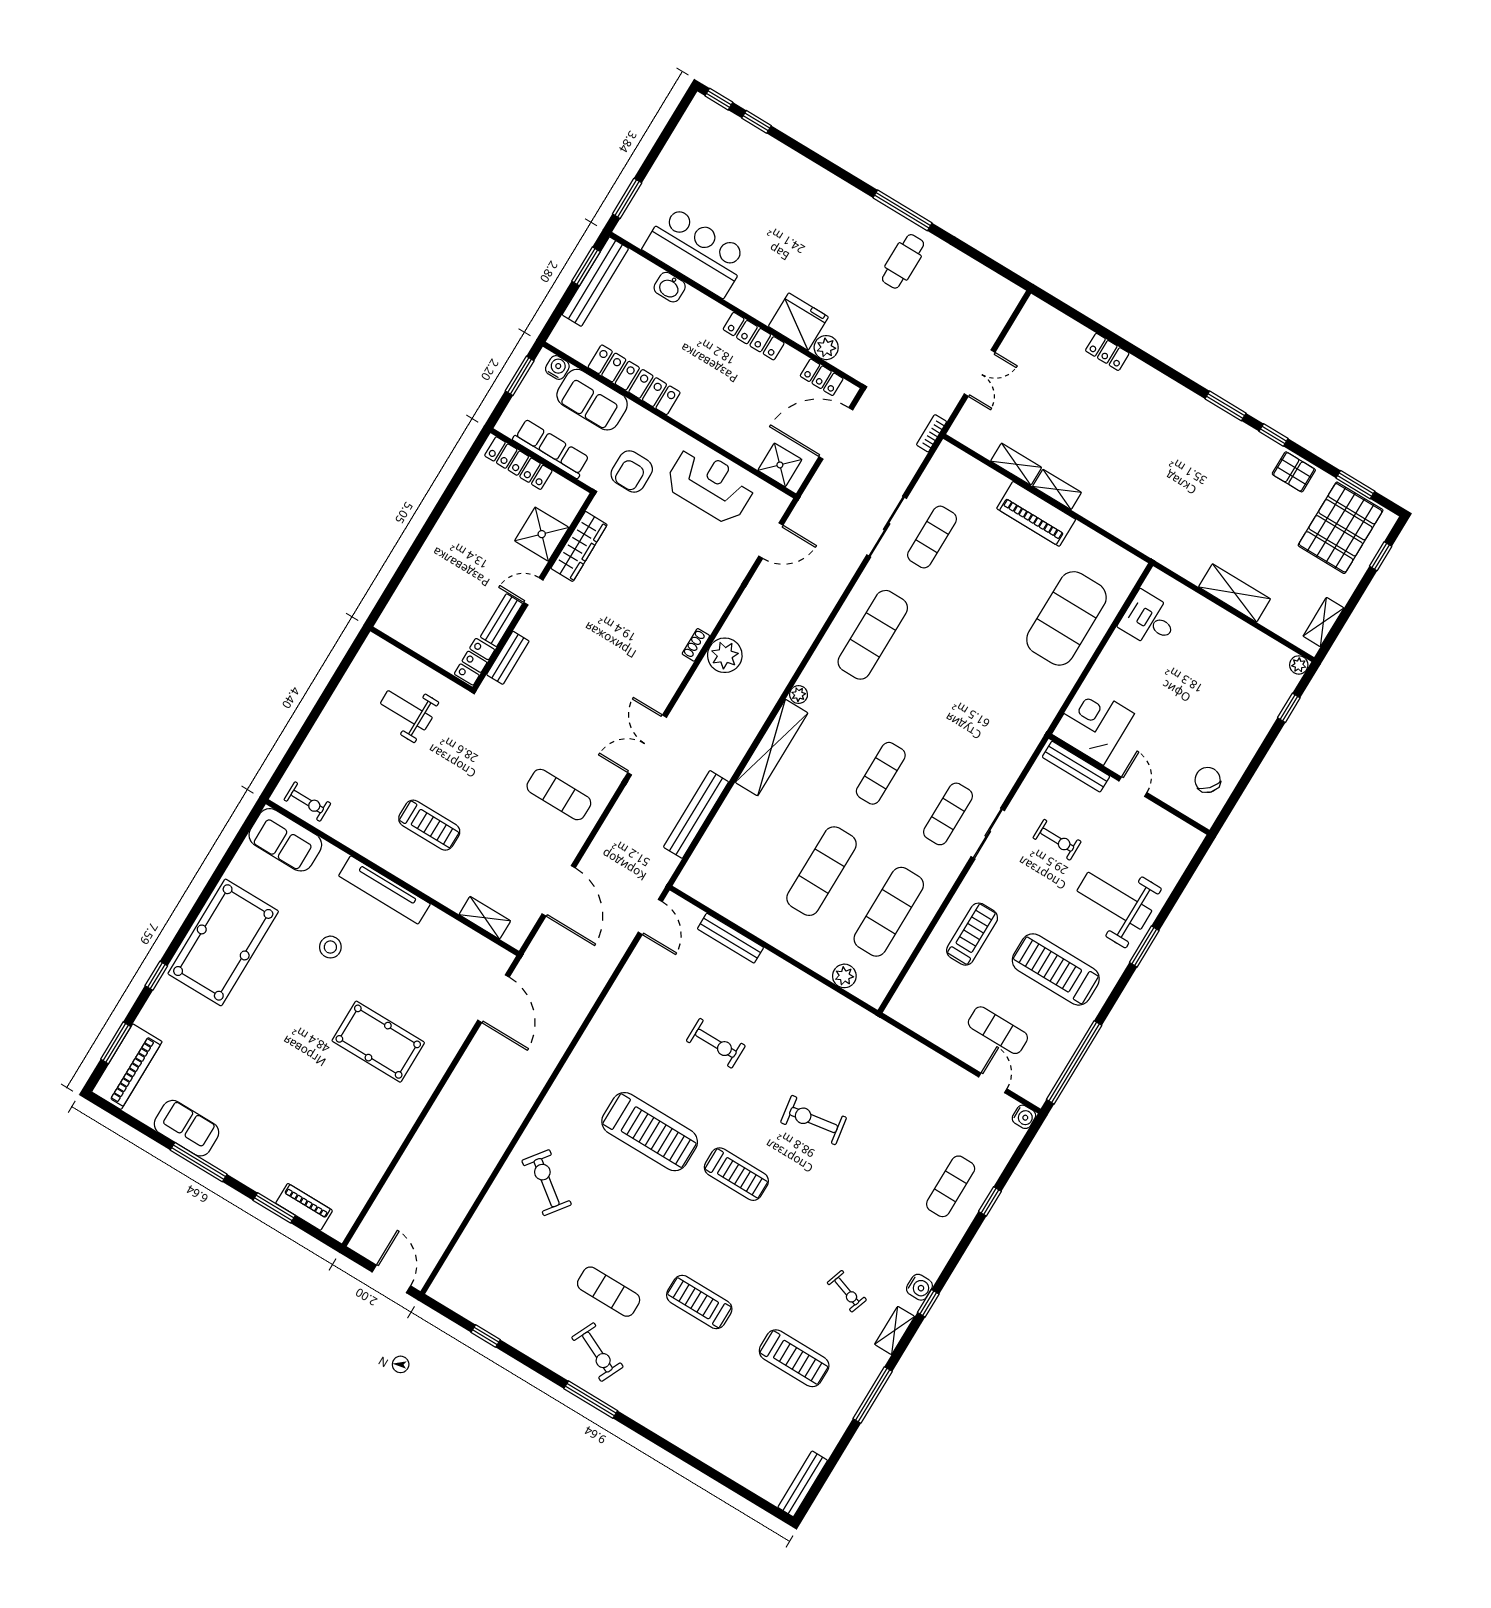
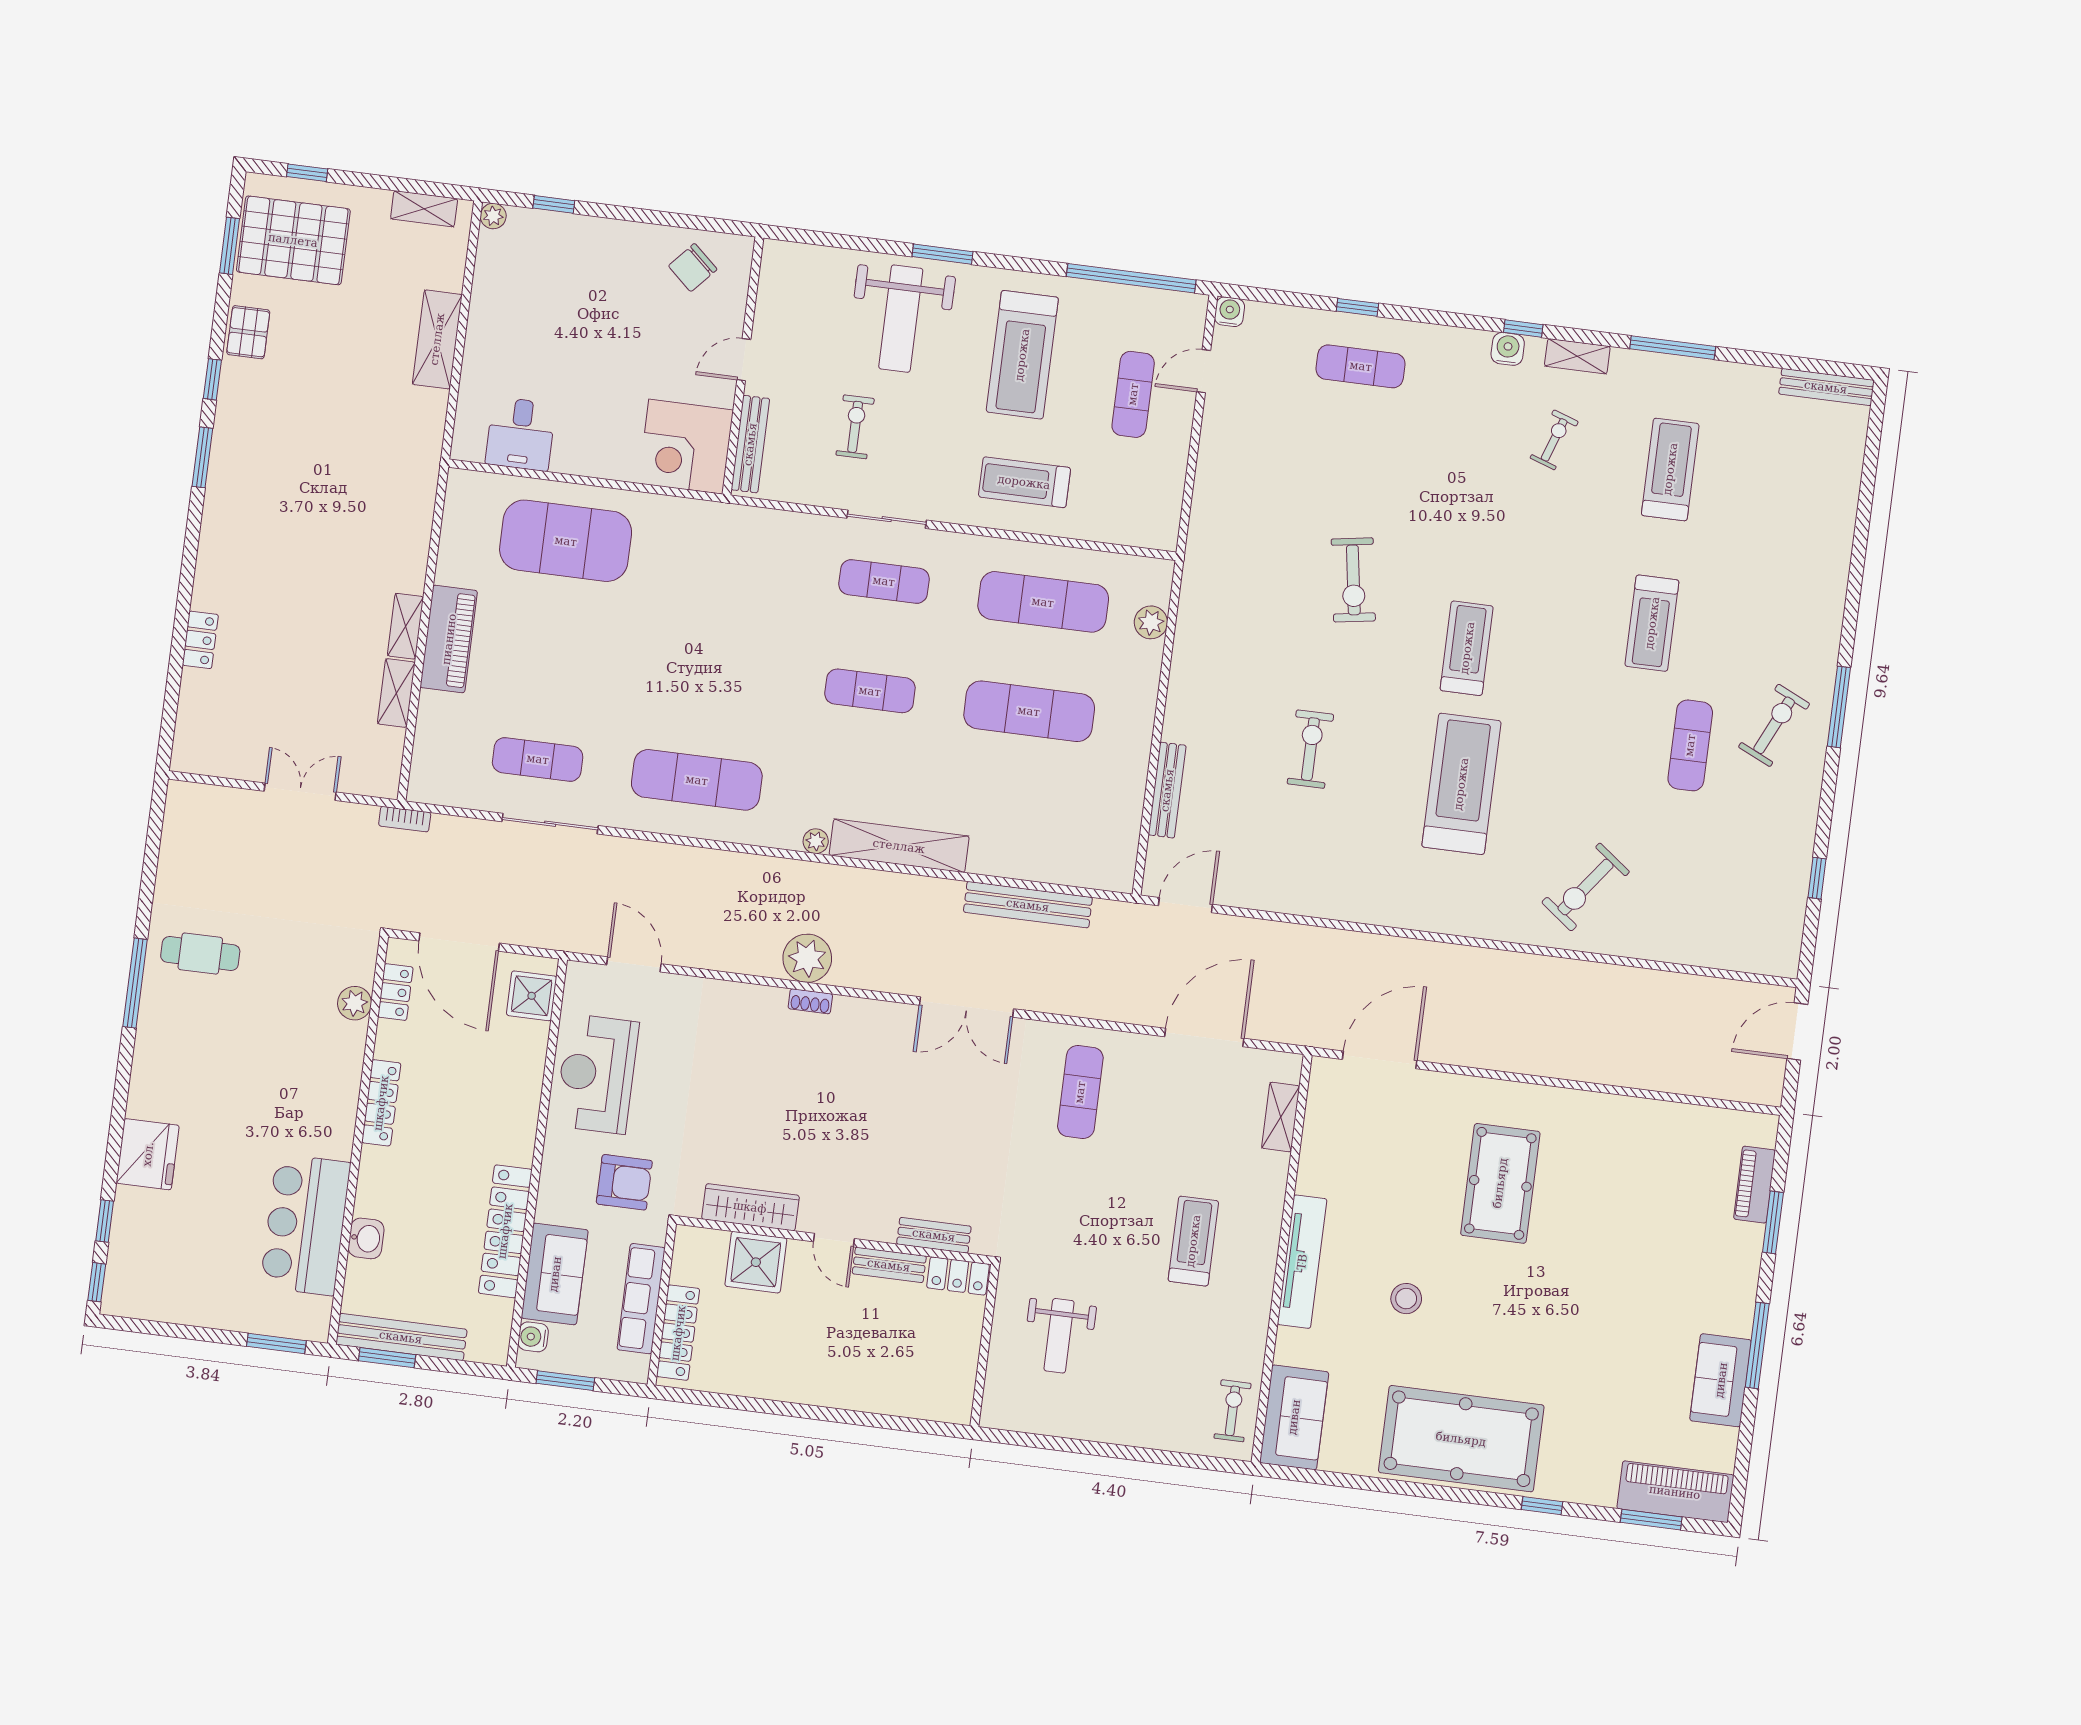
fridge: (798, 322) -> (148, 1154), moved, turned 180

